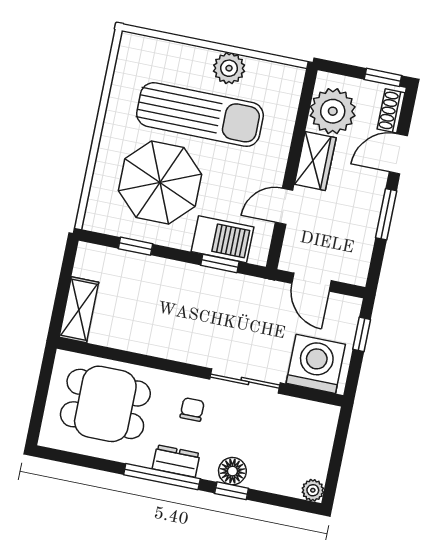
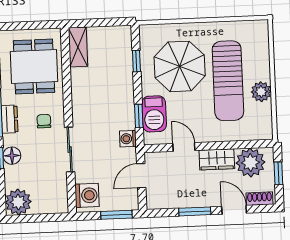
window: (383, 77) -> (278, 173), moved
washing machine: (250, 288) -> (128, 139), added
shelving: (79, 310) -> (78, 47), moved, turned 90
window: (362, 334) -> (116, 215), width x1.50
washing machine: (316, 364) -> (87, 195), width x0.73, depth x0.73
chair: (192, 409) -> (44, 121), turned -90
plant: (313, 490) -> (18, 202), width x1.88, depth x1.88

